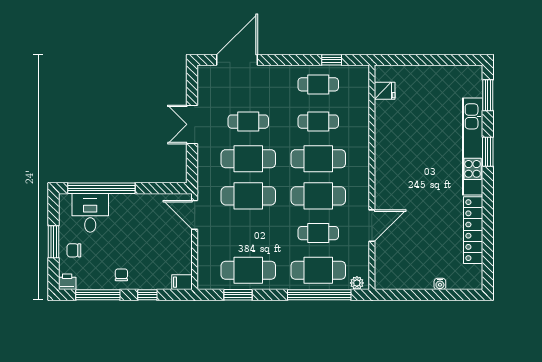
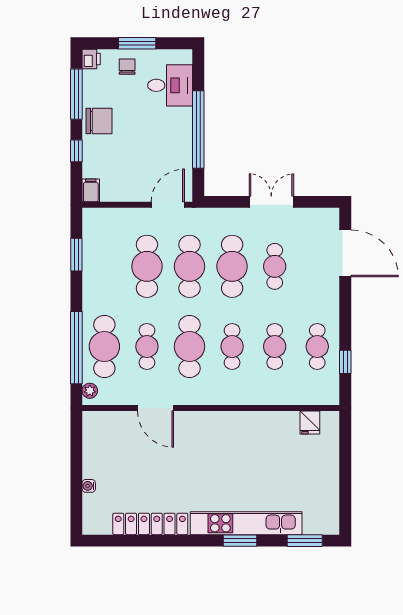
cafe table: (318, 159) -> (232, 347), width x0.73, depth x0.74
window: (101, 188) -> (198, 130), moved
cafe table: (248, 270) -> (147, 266), moved
chair: (121, 275) -> (99, 121), width x1.87, depth x1.87

